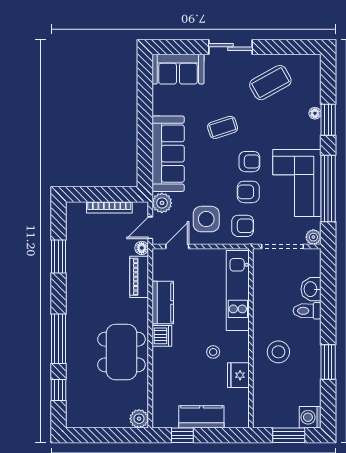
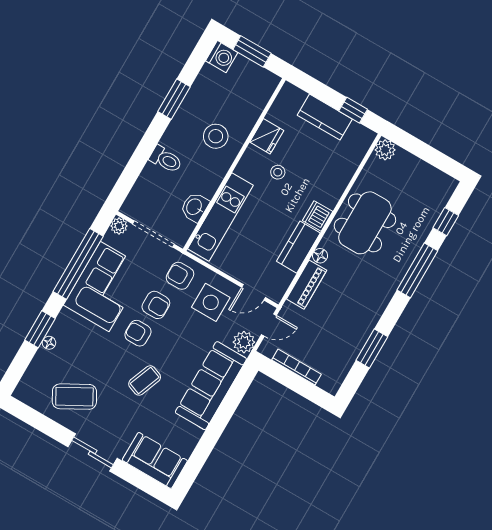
coffee table: (223, 127) -> (145, 380), turned -51
floor lamp: (142, 248) -> (320, 256), moved
washbasin: (311, 289) -> (195, 207), moved, turned 180

